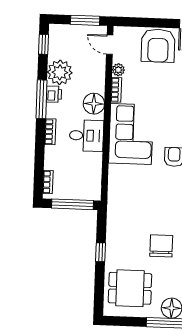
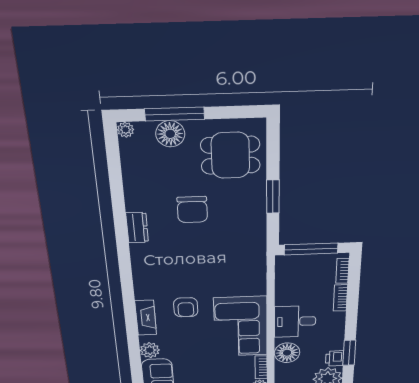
window: (42, 99) -> (349, 353), width x0.69
bookcase: (50, 132) -> (340, 298), moved
window: (101, 252) -> (273, 197), width x1.50

